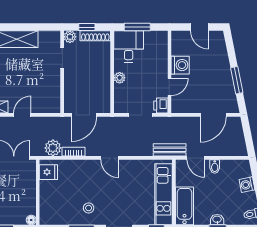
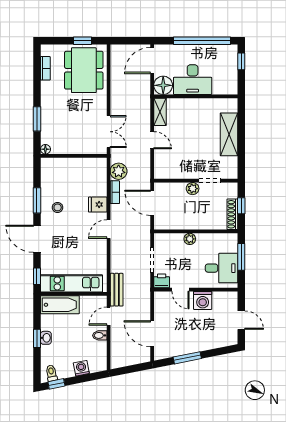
door: (200, 27) -> (241, 320), swing flipped
plant: (70, 37) -> (193, 189), moved
desk: (129, 46) -> (221, 268), moved
fridge: (48, 172) -> (98, 205), moved, turned 90

